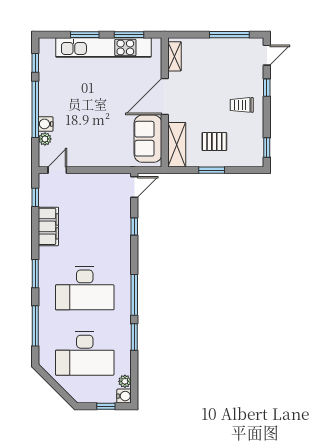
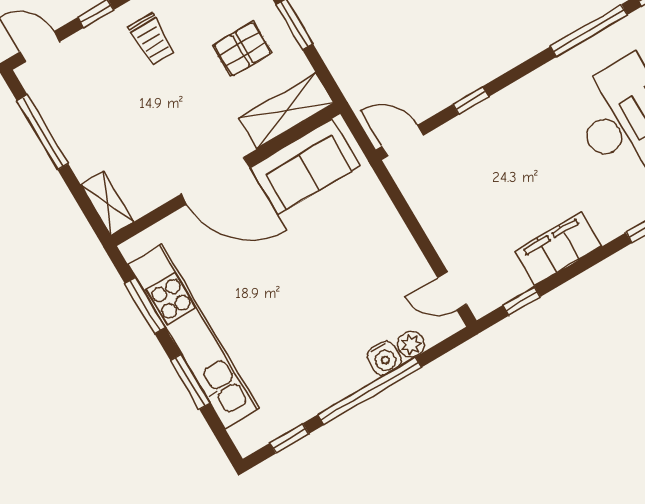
shelving: (174, 56) -> (107, 203), moved, turned 90
pallet: (214, 142) -> (242, 49), turned 90

